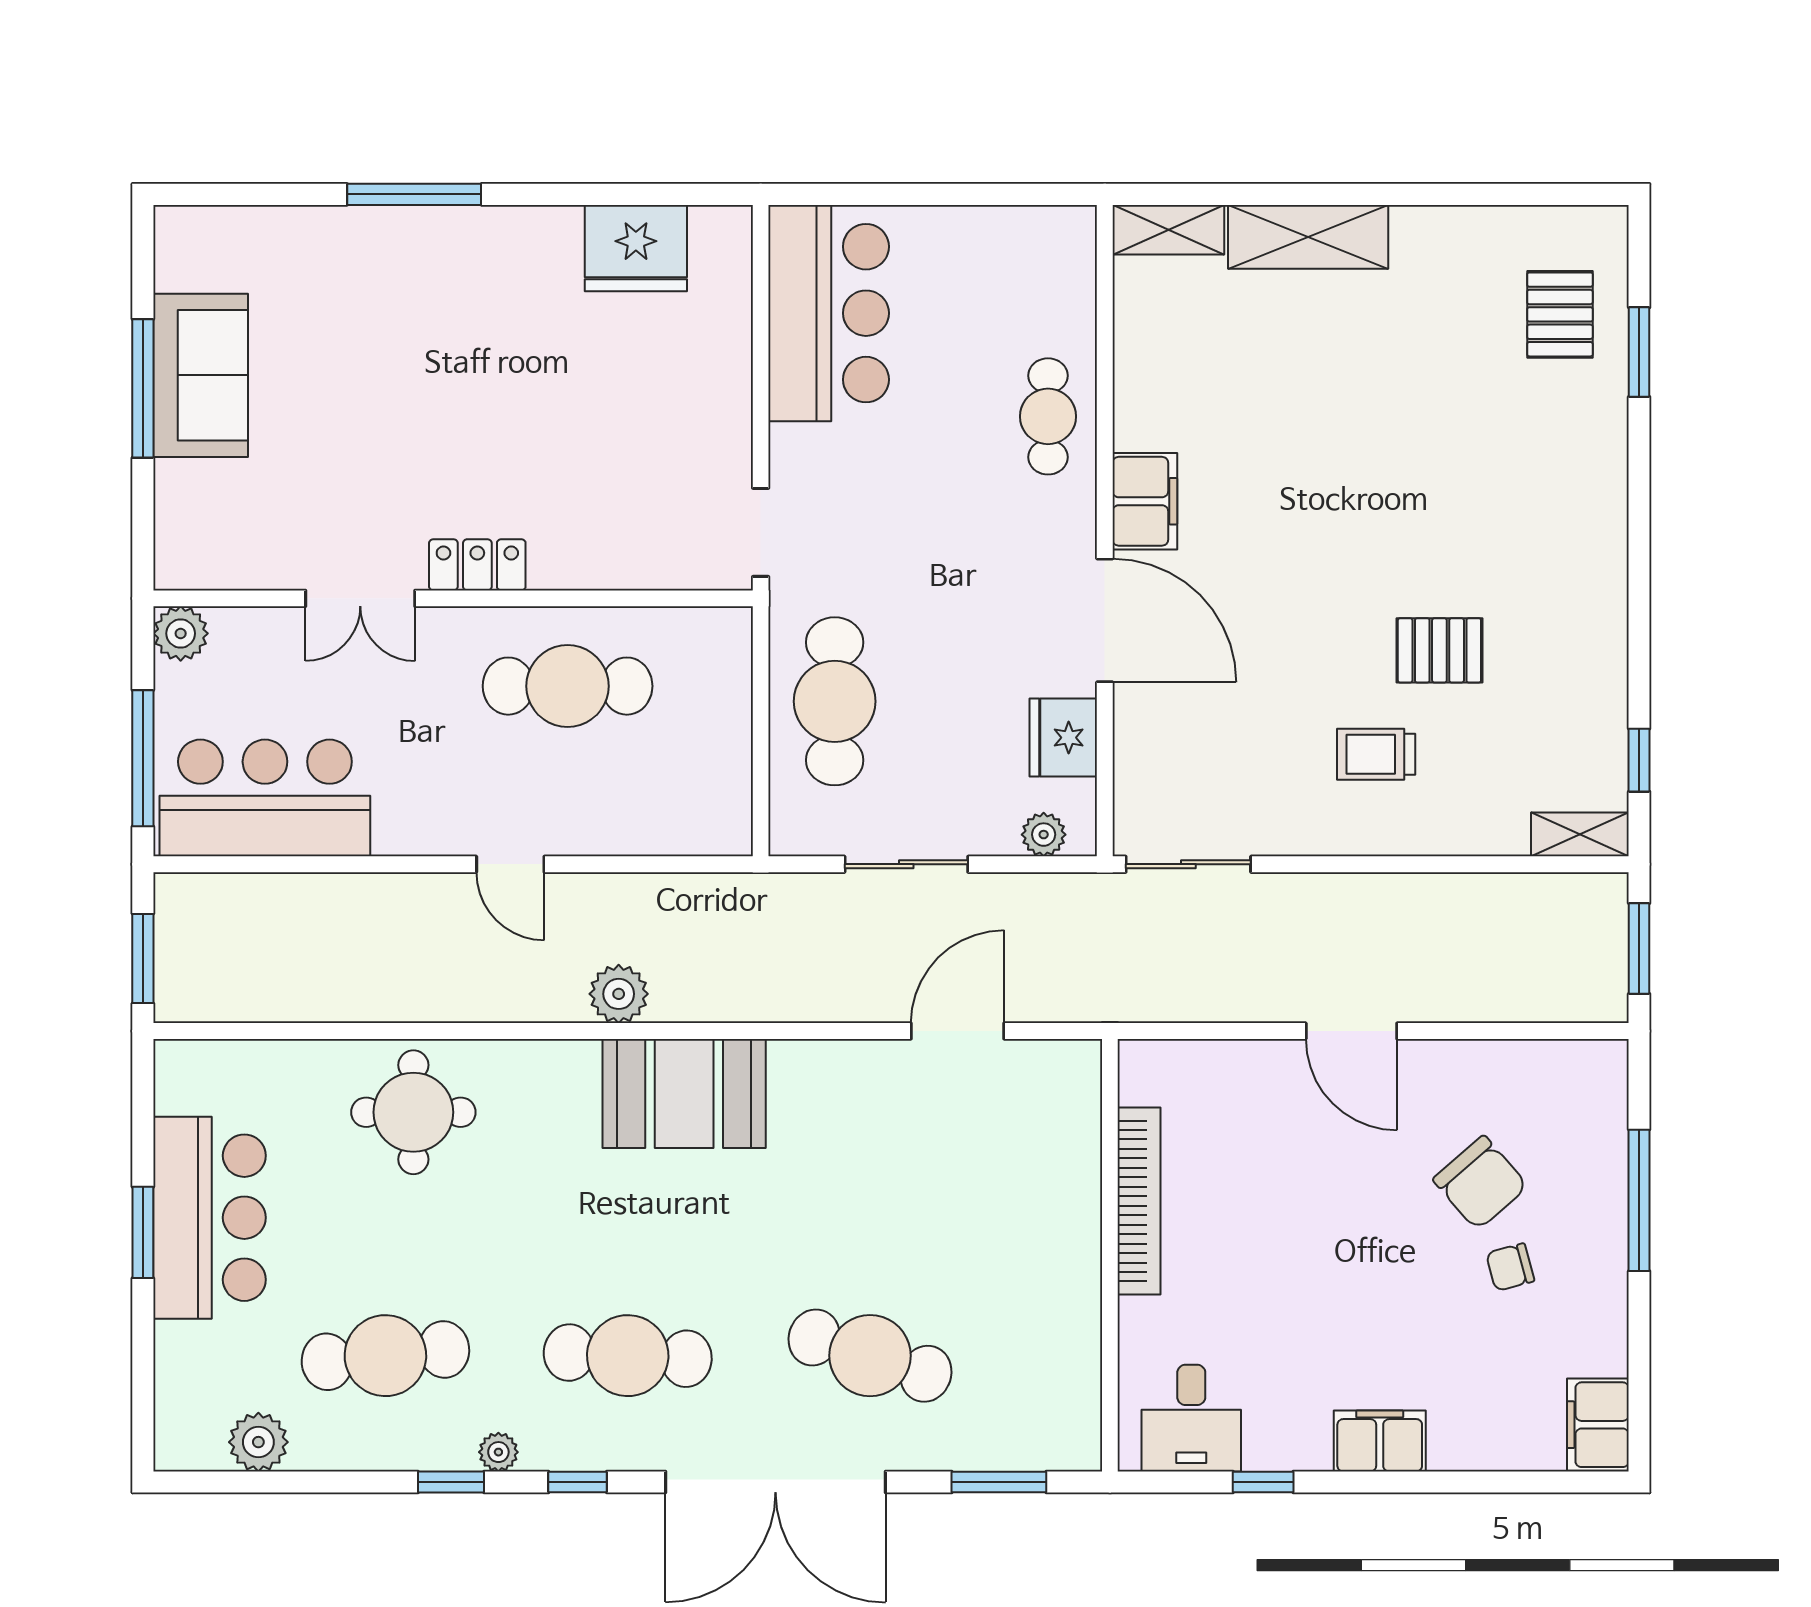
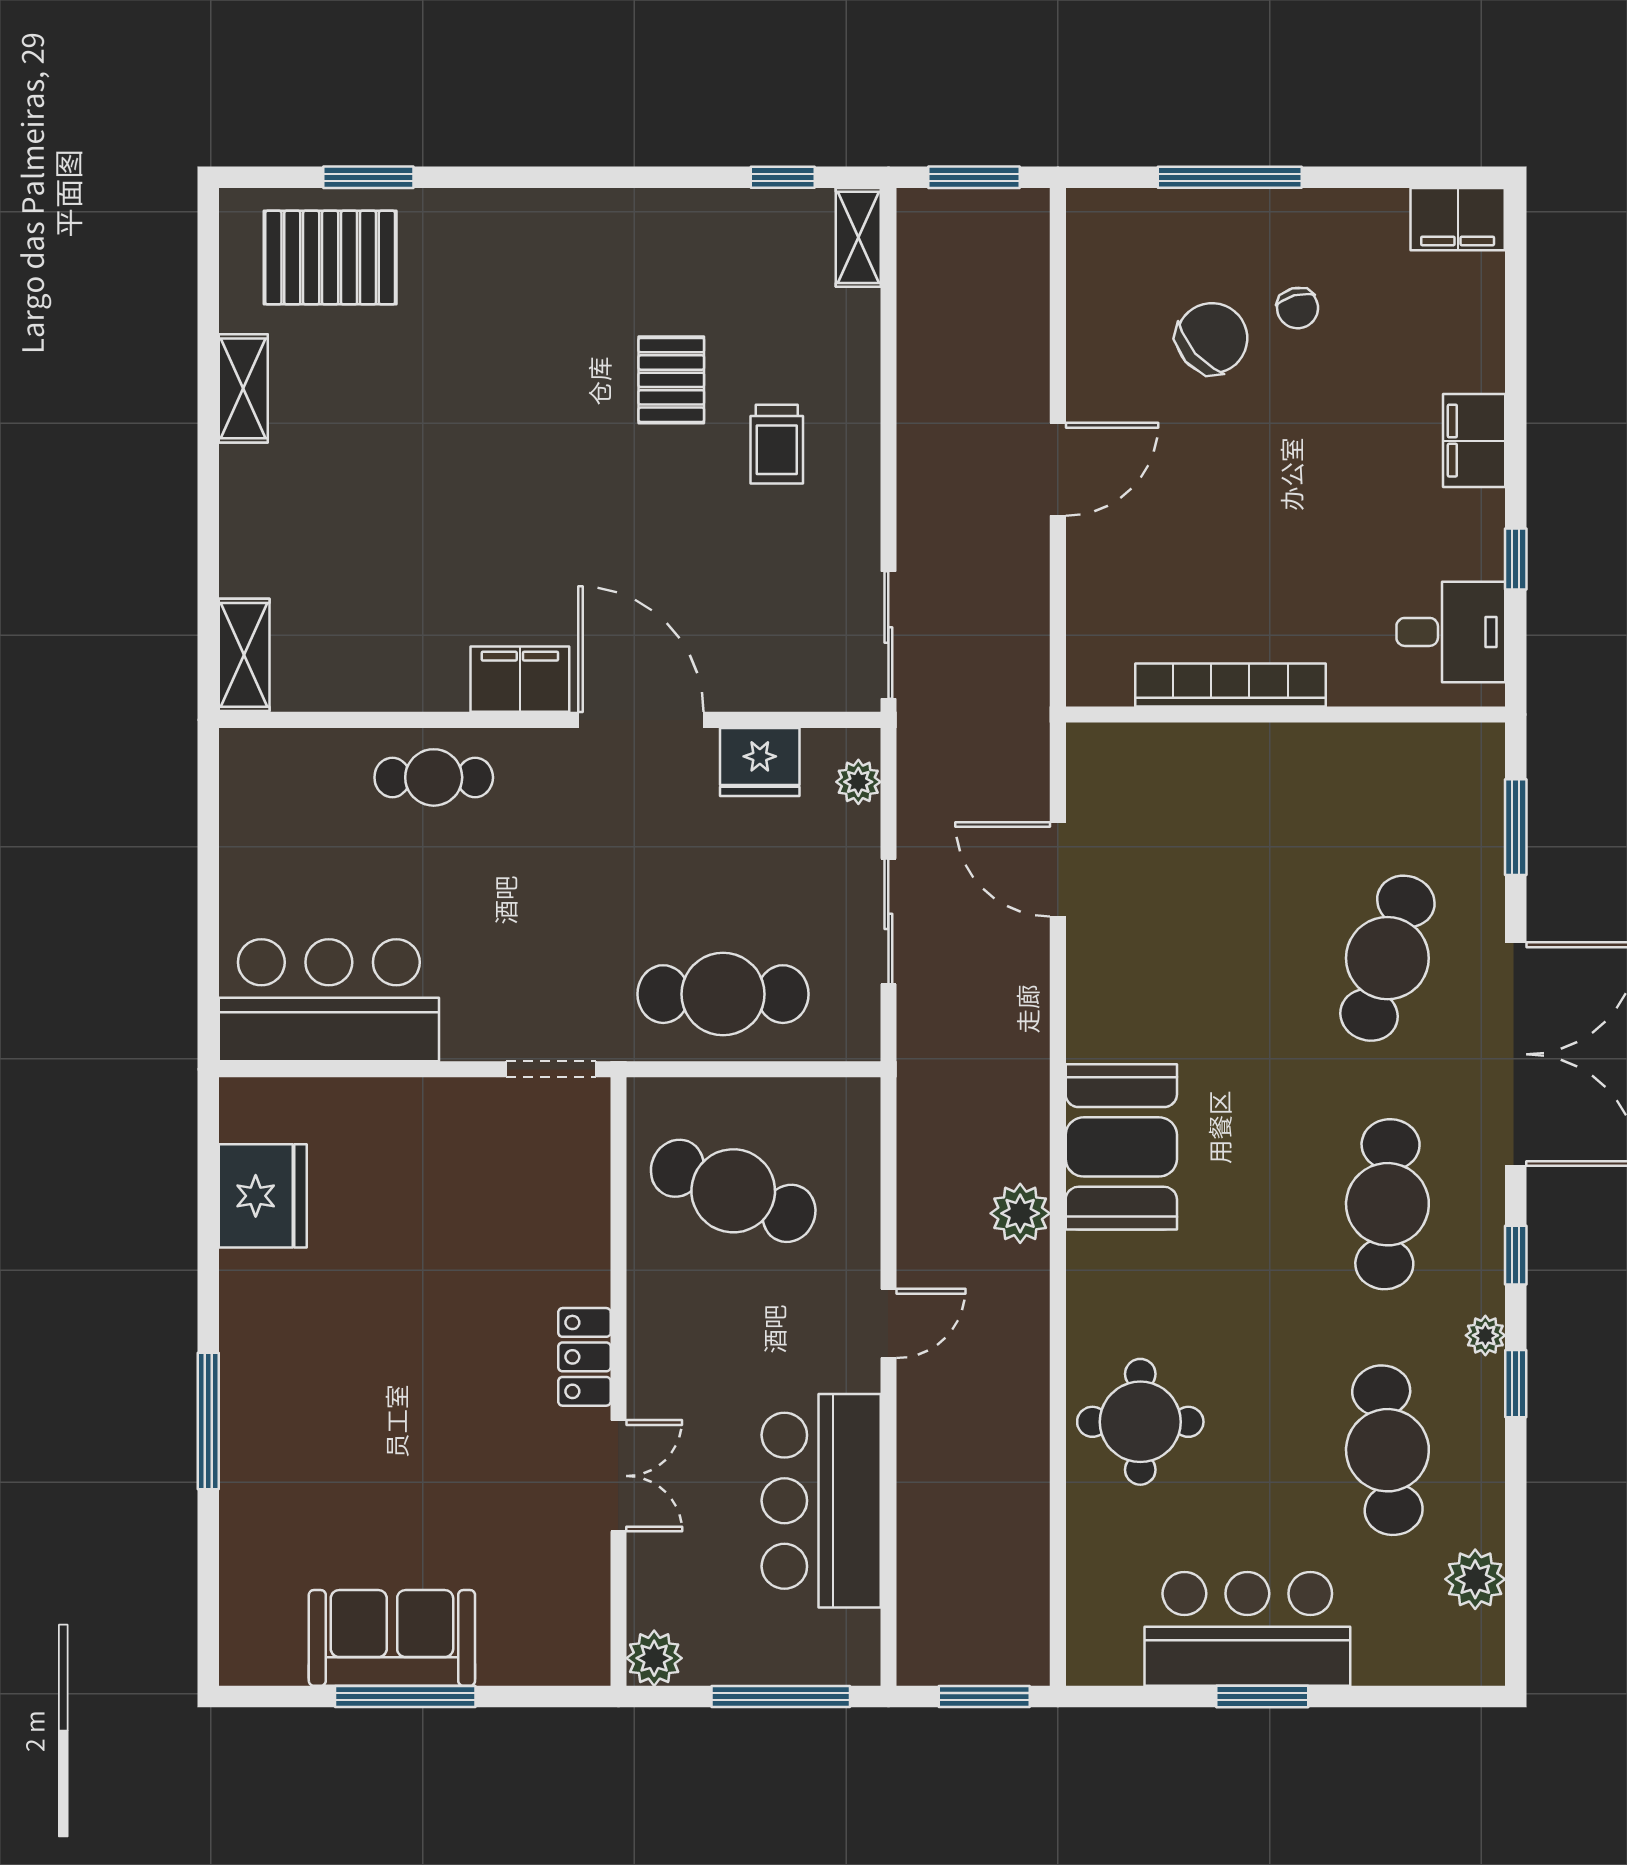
shelving: (1308, 237) -> (243, 388), moved, width x0.67, depth x0.75
pallet: (1560, 314) -> (330, 258), width x1.50, depth x1.42
door: (1105, 620) -> (641, 720), hinge flipped
cafe table: (568, 686) -> (733, 1191), moved, turned -68
bar counter: (265, 798) -> (821, 1501), moved

